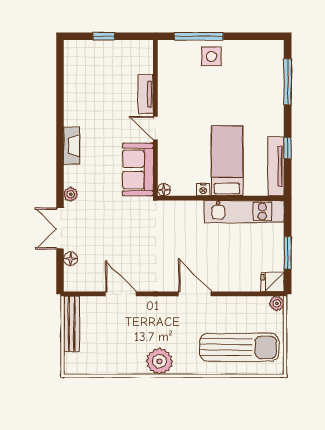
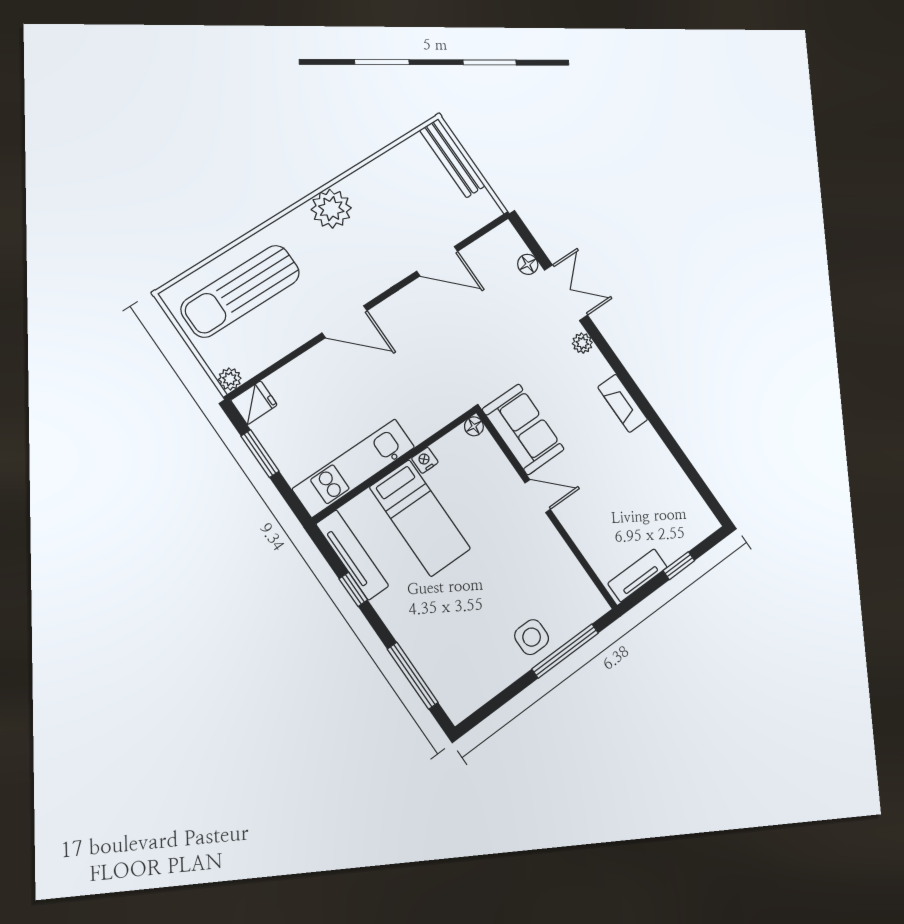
tv unit: (146, 94) -> (637, 575), moved, turned -90
bench: (71, 324) -> (452, 158), moved

